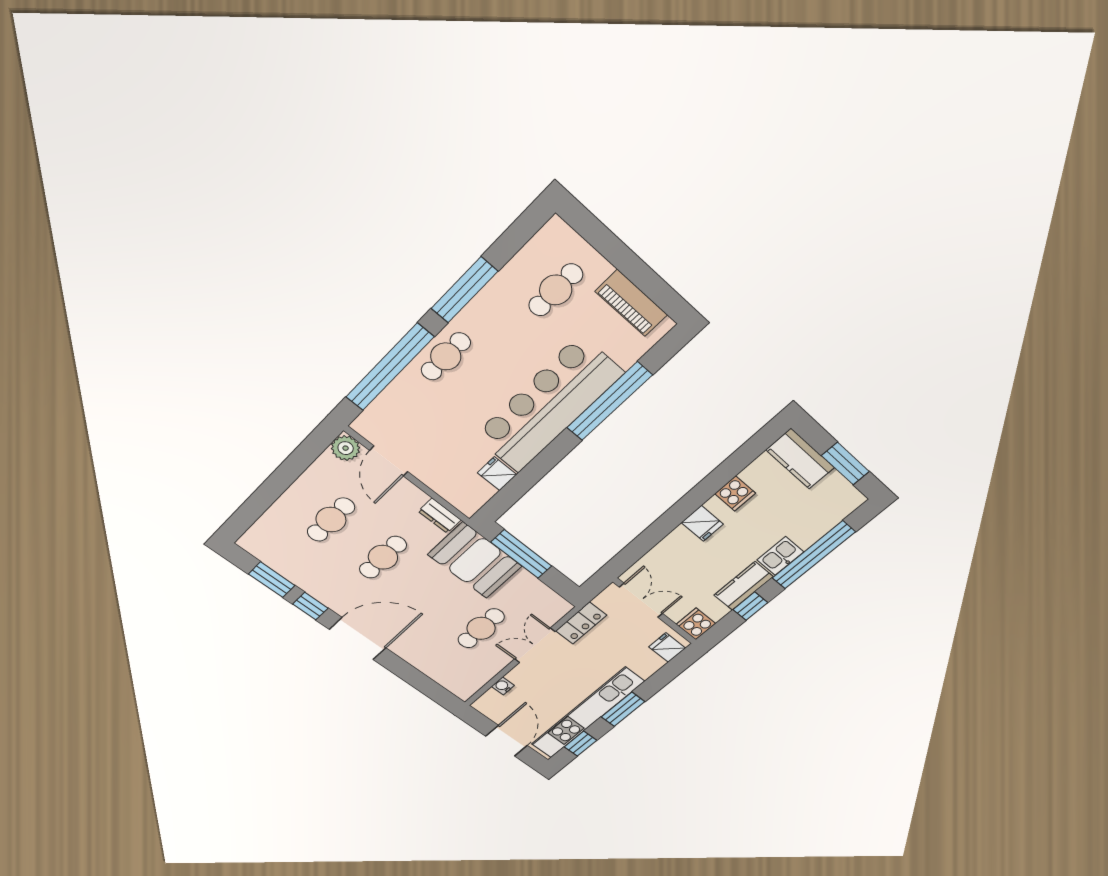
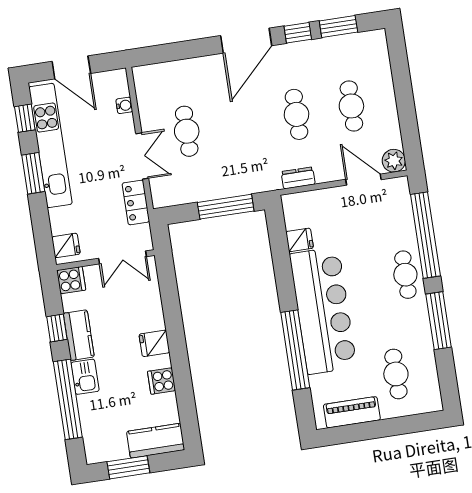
booth: (475, 560) -> (245, 172), removed

